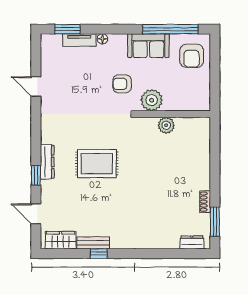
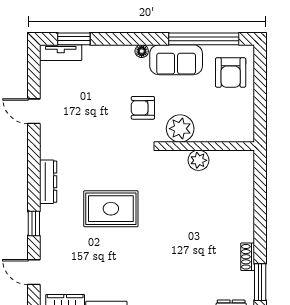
floor lamp: (102, 39) -> (142, 51), moved
tv unit: (79, 40) -> (61, 53), moved
dresser: (47, 162) -> (48, 182), moved

